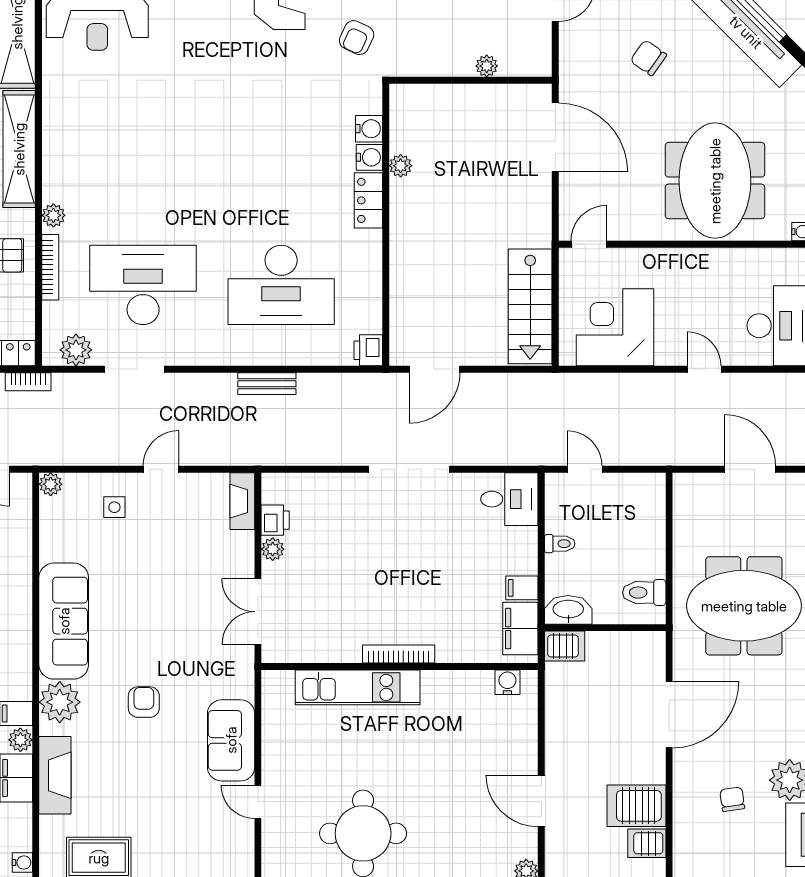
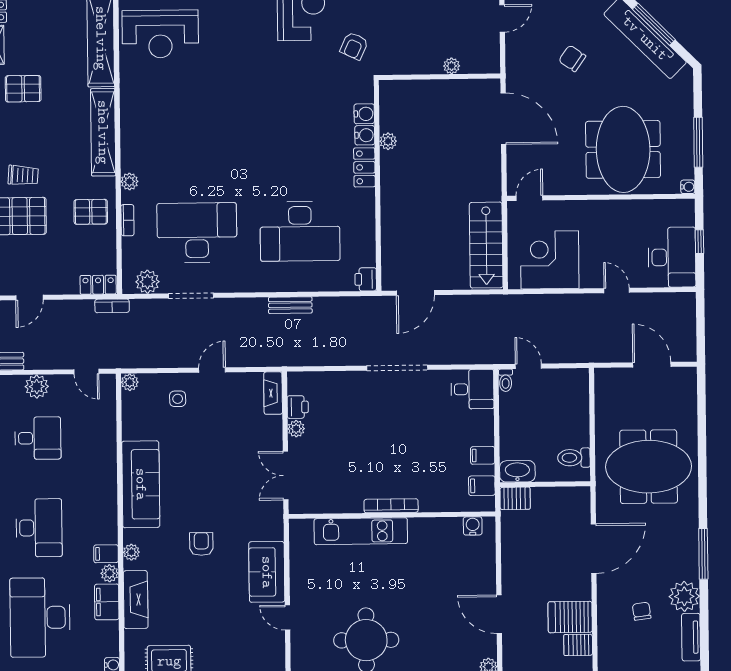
bookcase: (50, 267) -> (127, 220), width x0.64
toilet: (560, 544) -> (506, 380), moved, turned 90
filing cabinet: (520, 629) -> (482, 486), width x0.50
plant: (60, 702) -> (131, 552), width x0.53, depth x0.53

